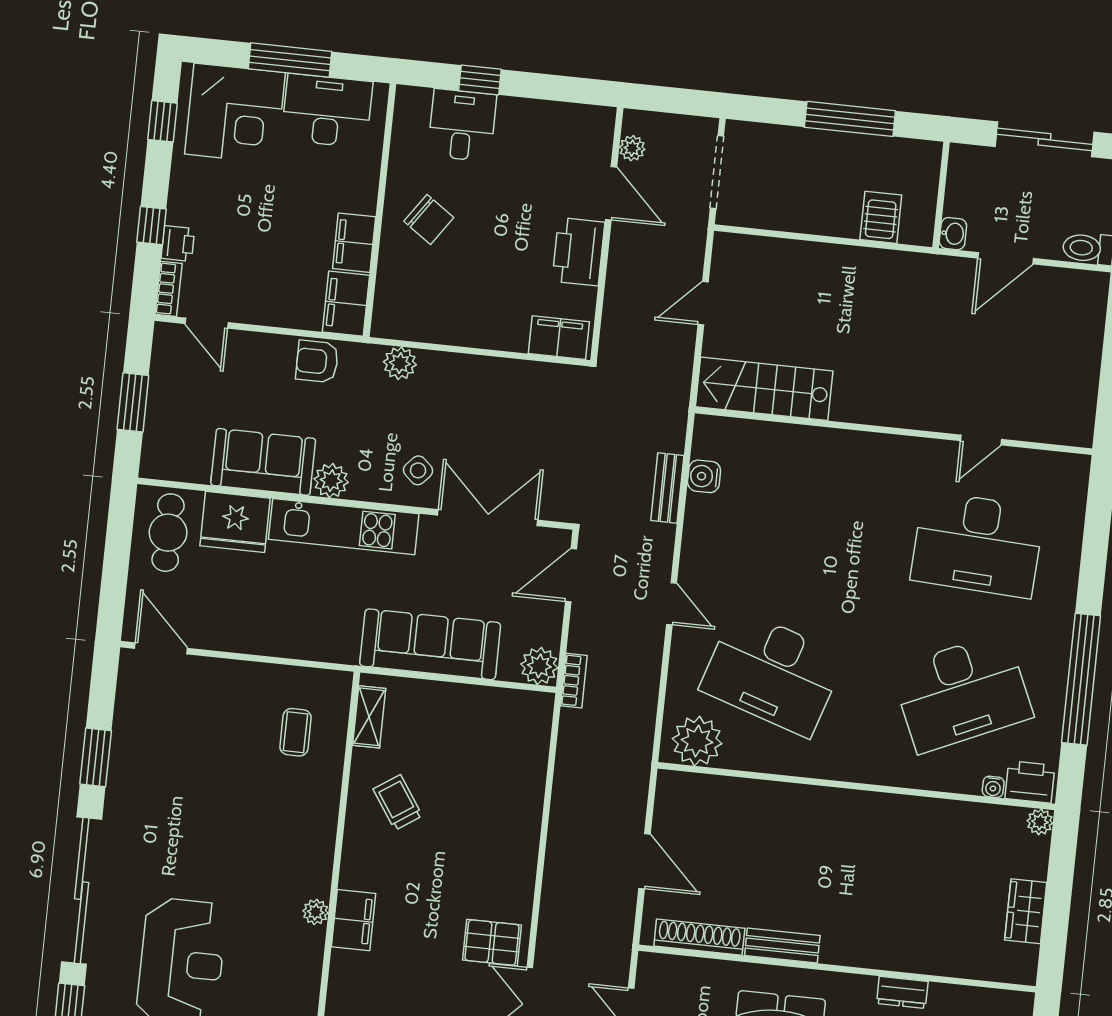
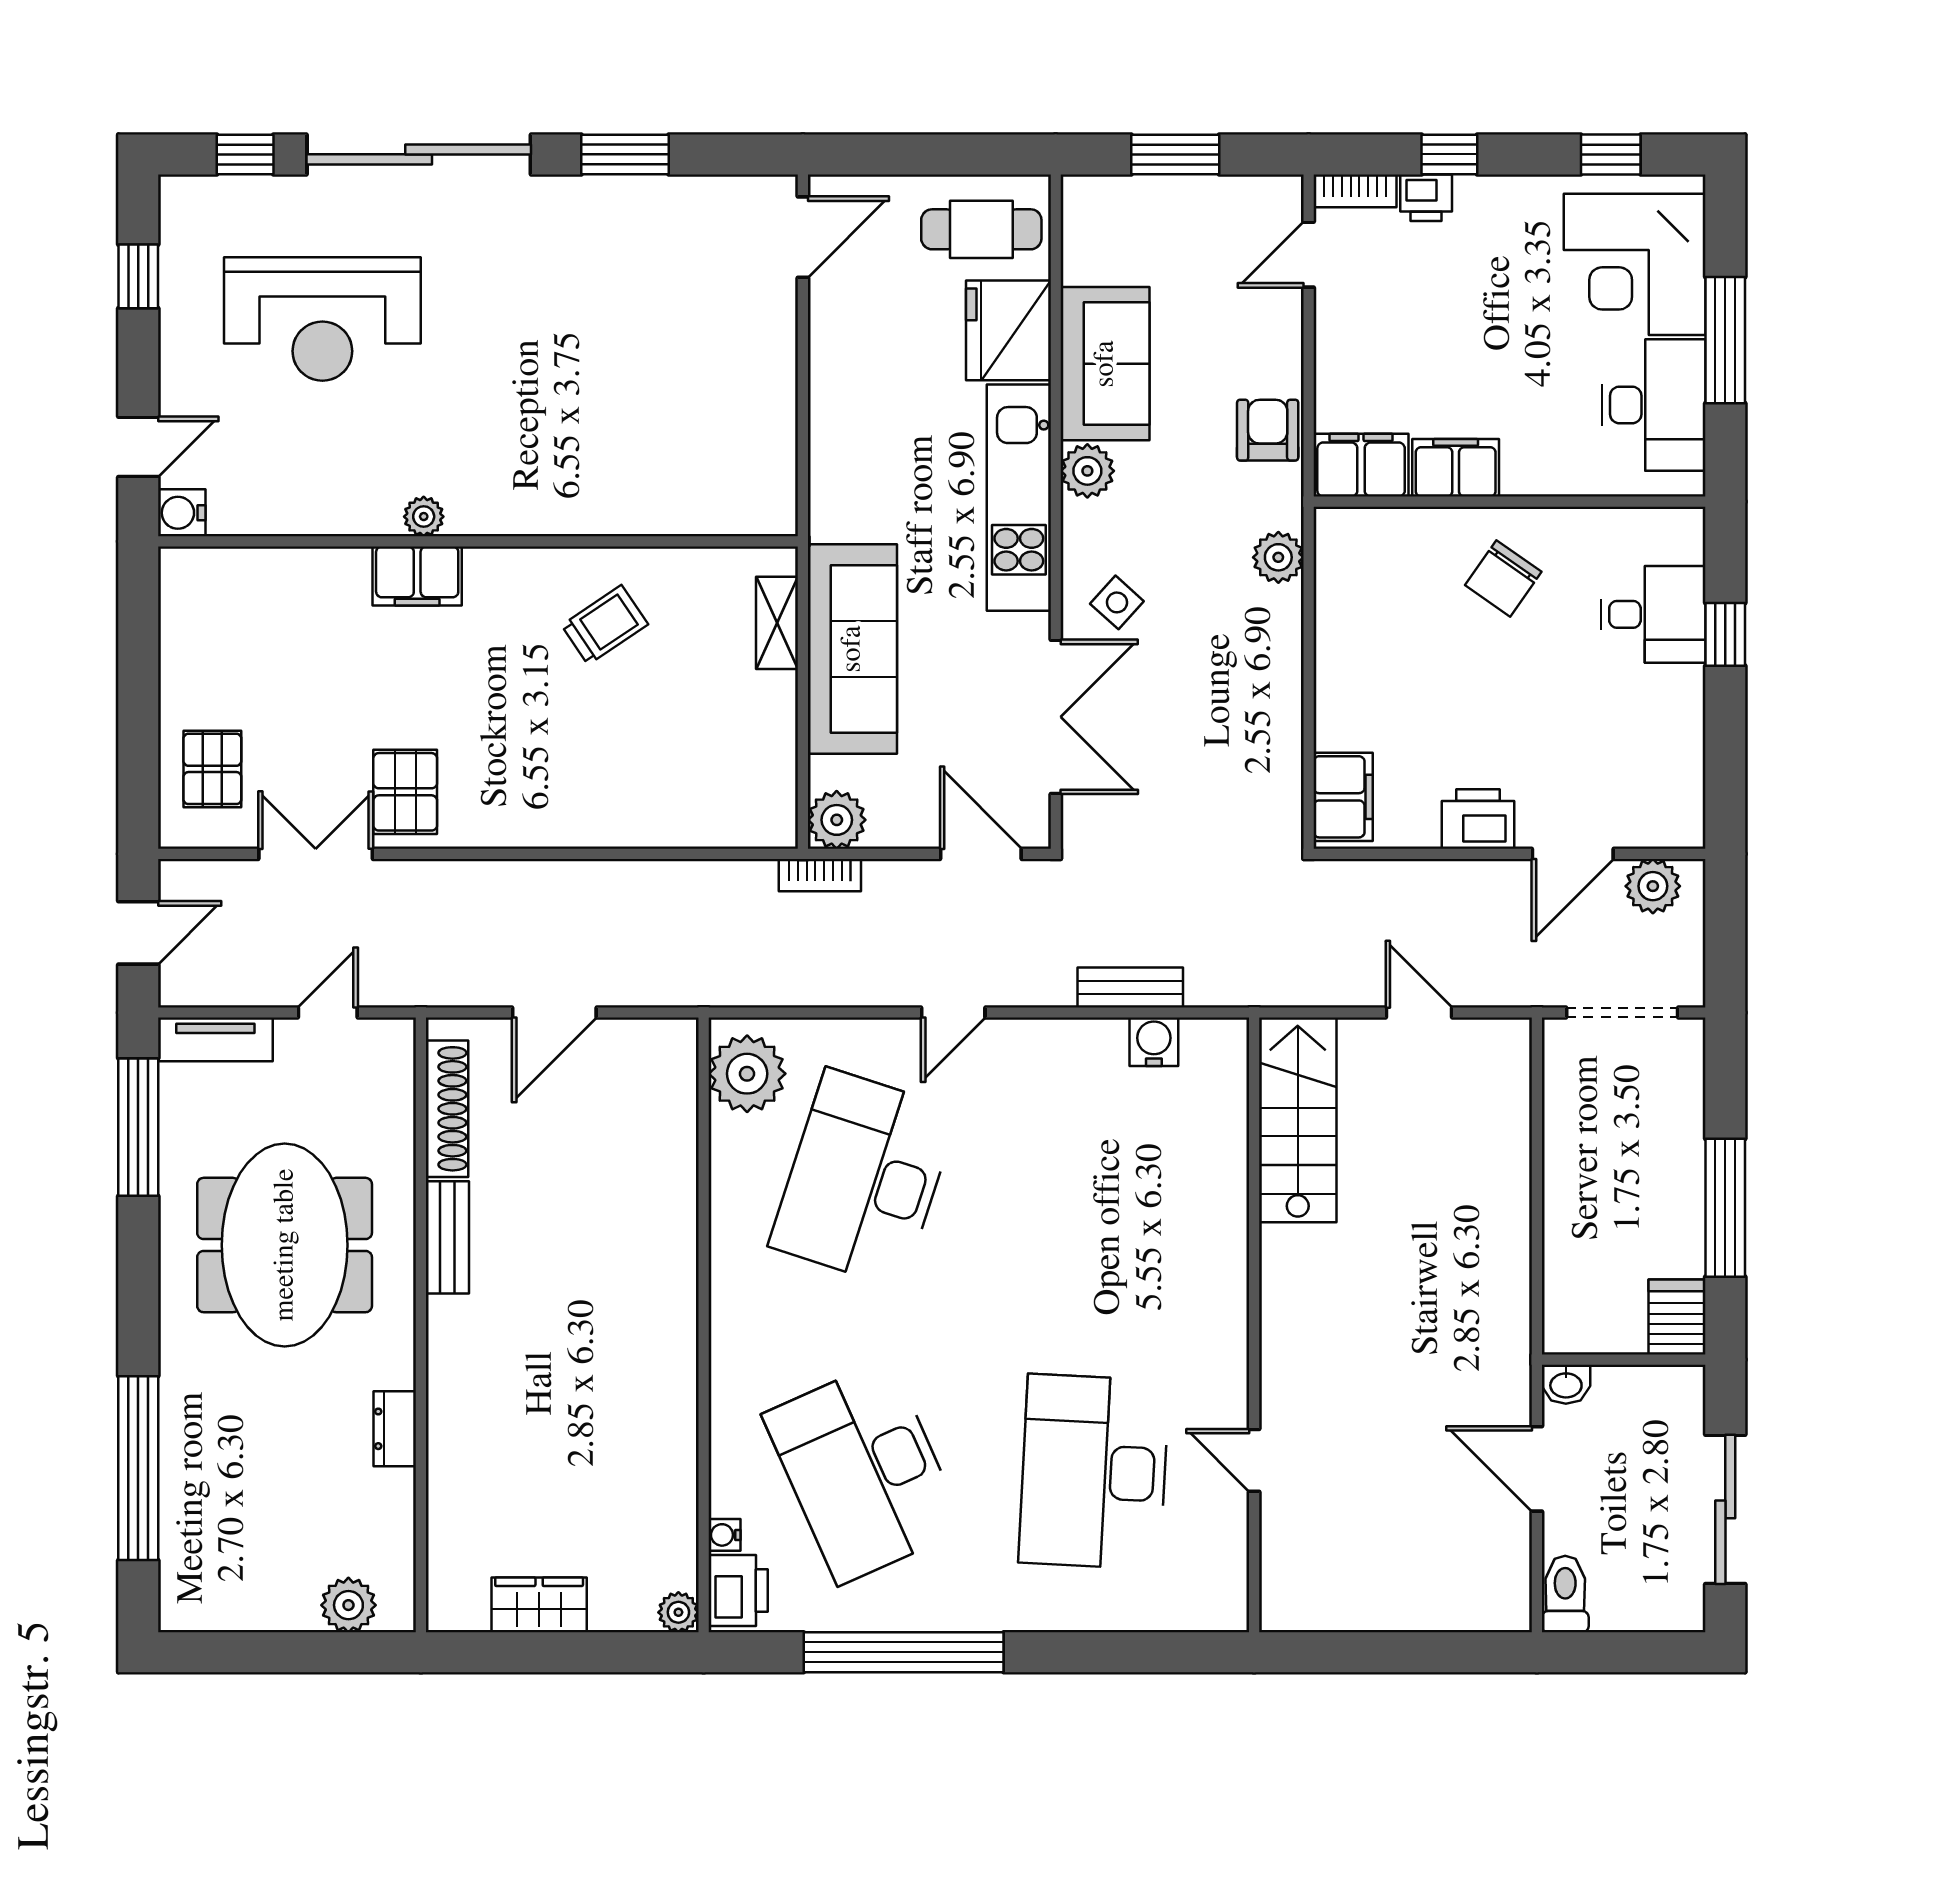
plant: (632, 148) -> (1653, 886), width x1.38, depth x1.38
server rack: (881, 217) -> (1677, 1317), moved, turned -90
printer: (578, 252) -> (1478, 819), width x0.73, depth x0.84
shelving: (369, 717) -> (777, 623), moved, turned 90
coffee table: (296, 732) -> (696, 457), removed

